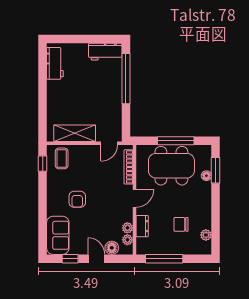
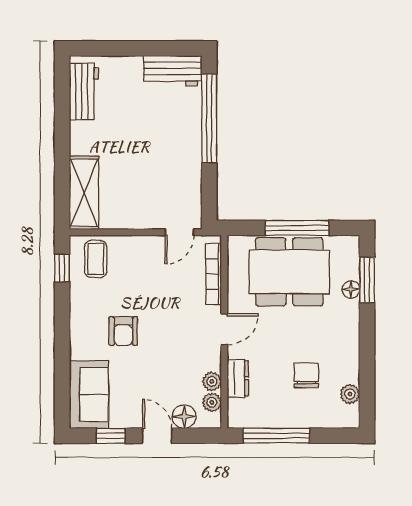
shelving: (75, 133) -> (84, 193), moved, turned 90
chair: (181, 224) -> (306, 375), turned 90

